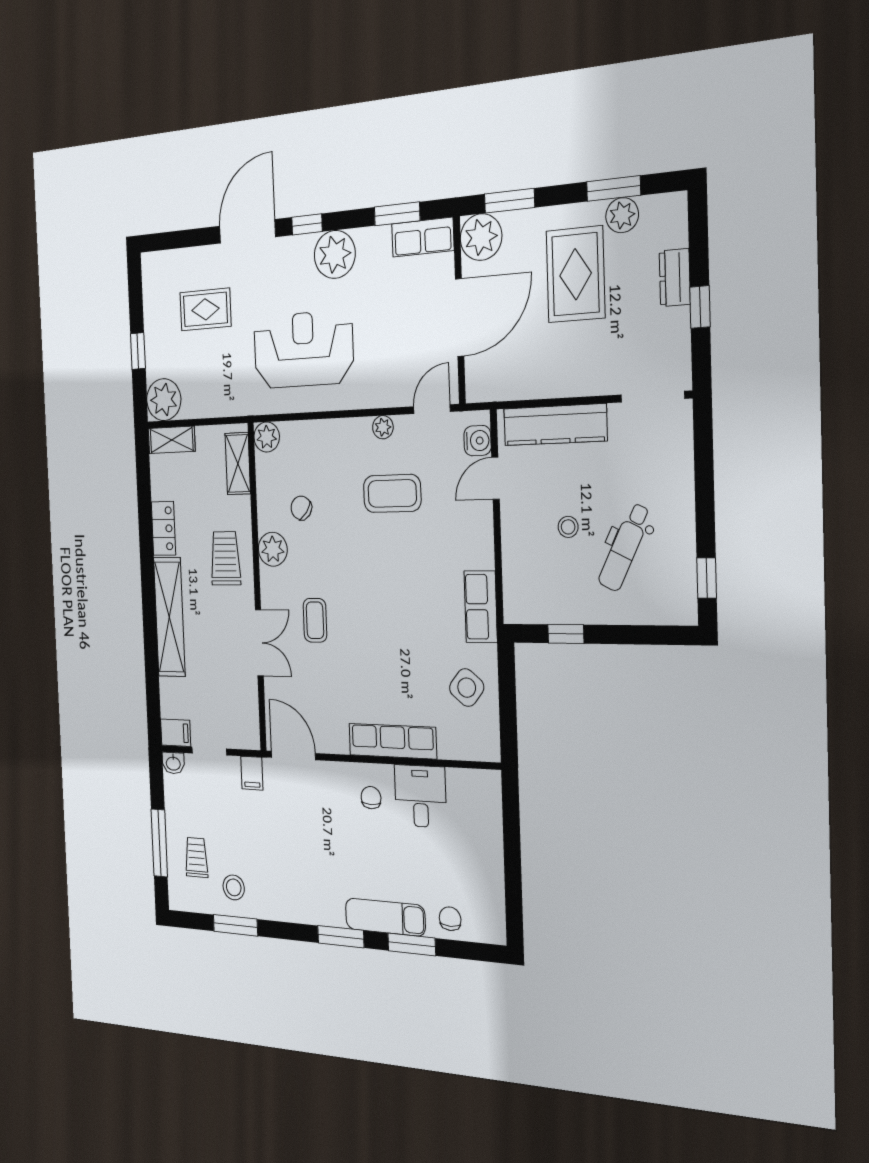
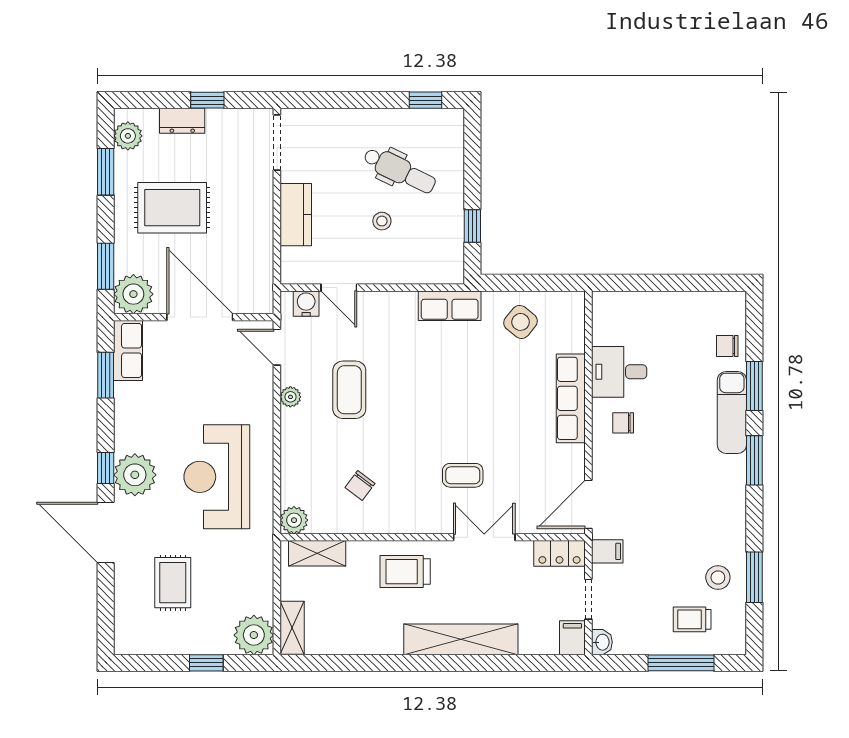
plant: (622, 215) -> (128, 136), moved
plant: (335, 254) -> (135, 475), moved
kitchen counter: (555, 425) -> (296, 215), width x0.67
locker: (163, 528) -> (559, 553), moved, turned 180
plant: (273, 549) -> (397, 518), removed

